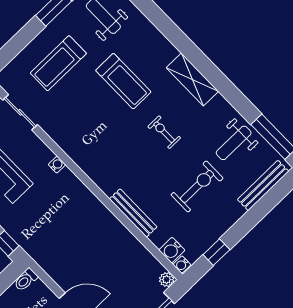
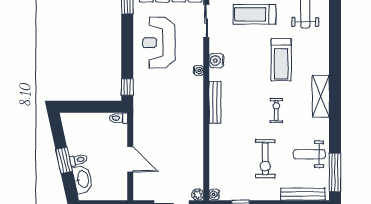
exercise bike: (197, 186) -> (265, 159), turned 90
bench: (133, 213) -> (215, 102), moved
water cooler: (172, 250) -> (217, 61), moved

